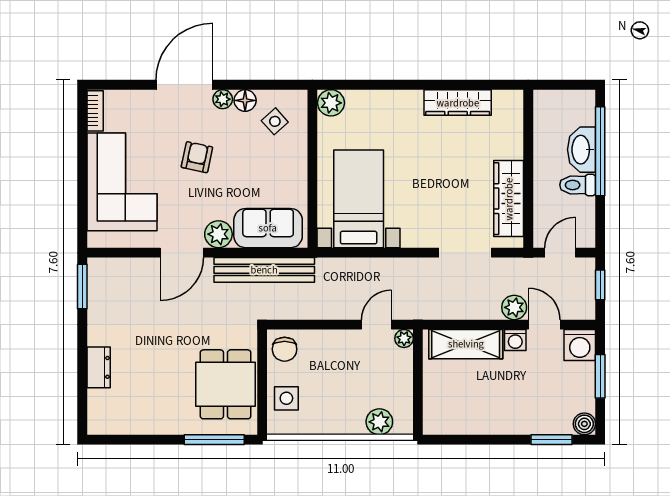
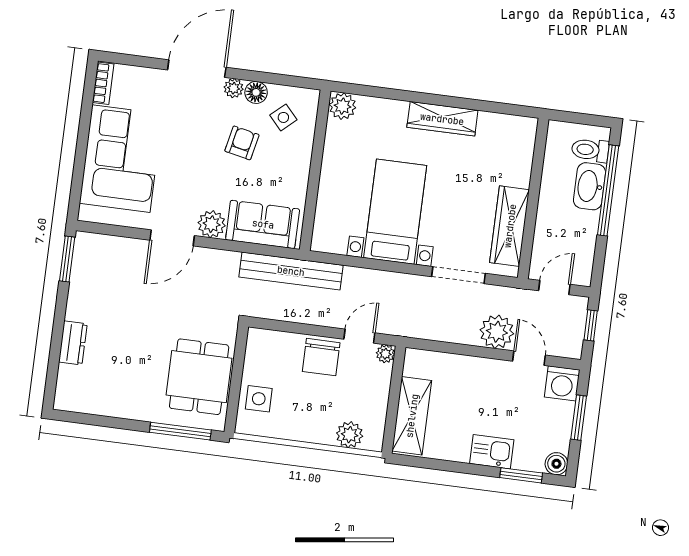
wardrobe: (458, 103) -> (442, 119), moved
armchair: (197, 157) -> (242, 143), moved
toilet: (578, 185) -> (590, 150), moved
bed with nightstands: (359, 199) -> (395, 212), moved
bench: (264, 270) -> (291, 271), moved
plant: (514, 307) -> (497, 332), width x1.36, depth x1.36
washing machine: (515, 340) -> (498, 370), removed
shelving: (466, 344) -> (412, 416), moved, turned 90
chair: (285, 349) -> (321, 357), moved, width x1.37, depth x1.37
kitchen sink: (520, 420) -> (492, 452), added

